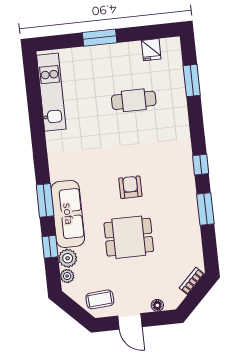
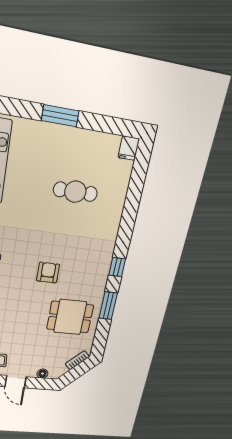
fridge: (151, 50) -> (129, 148), moved
window: (192, 80) -> (136, 187), removed
dining table: (129, 237) -> (70, 317), moved

